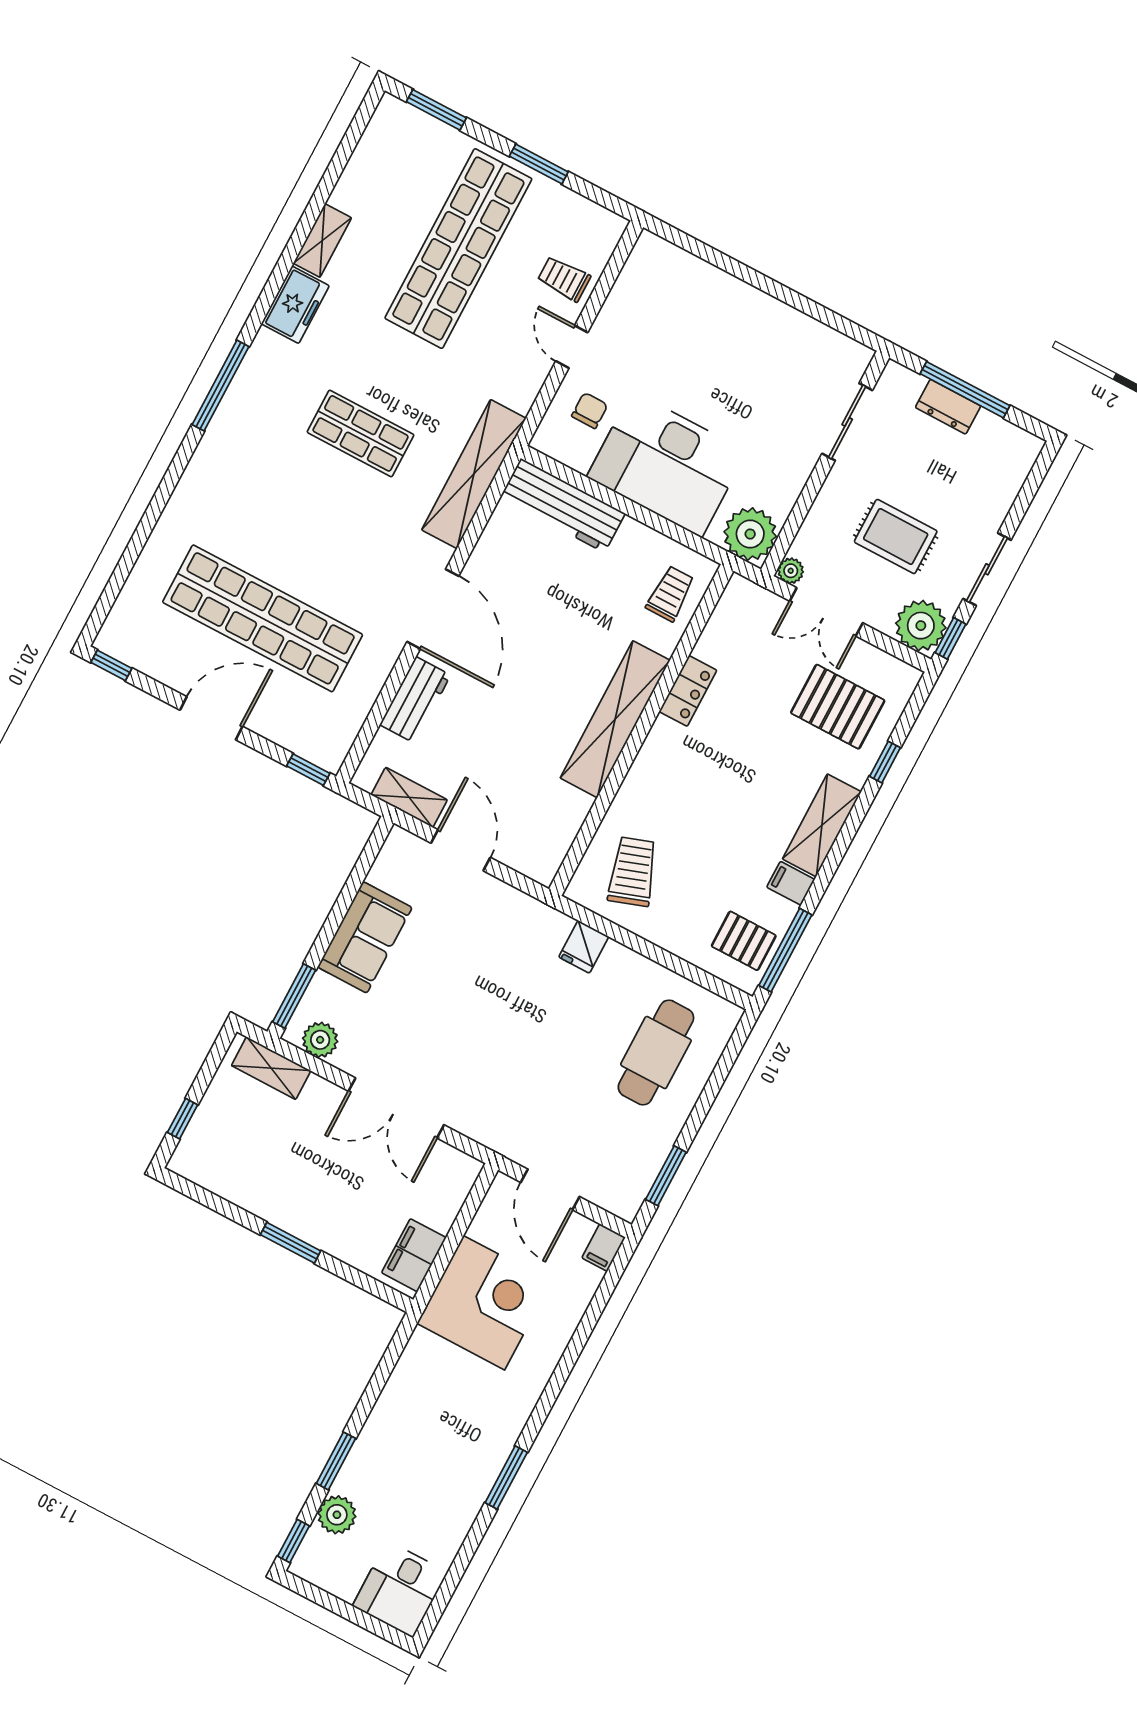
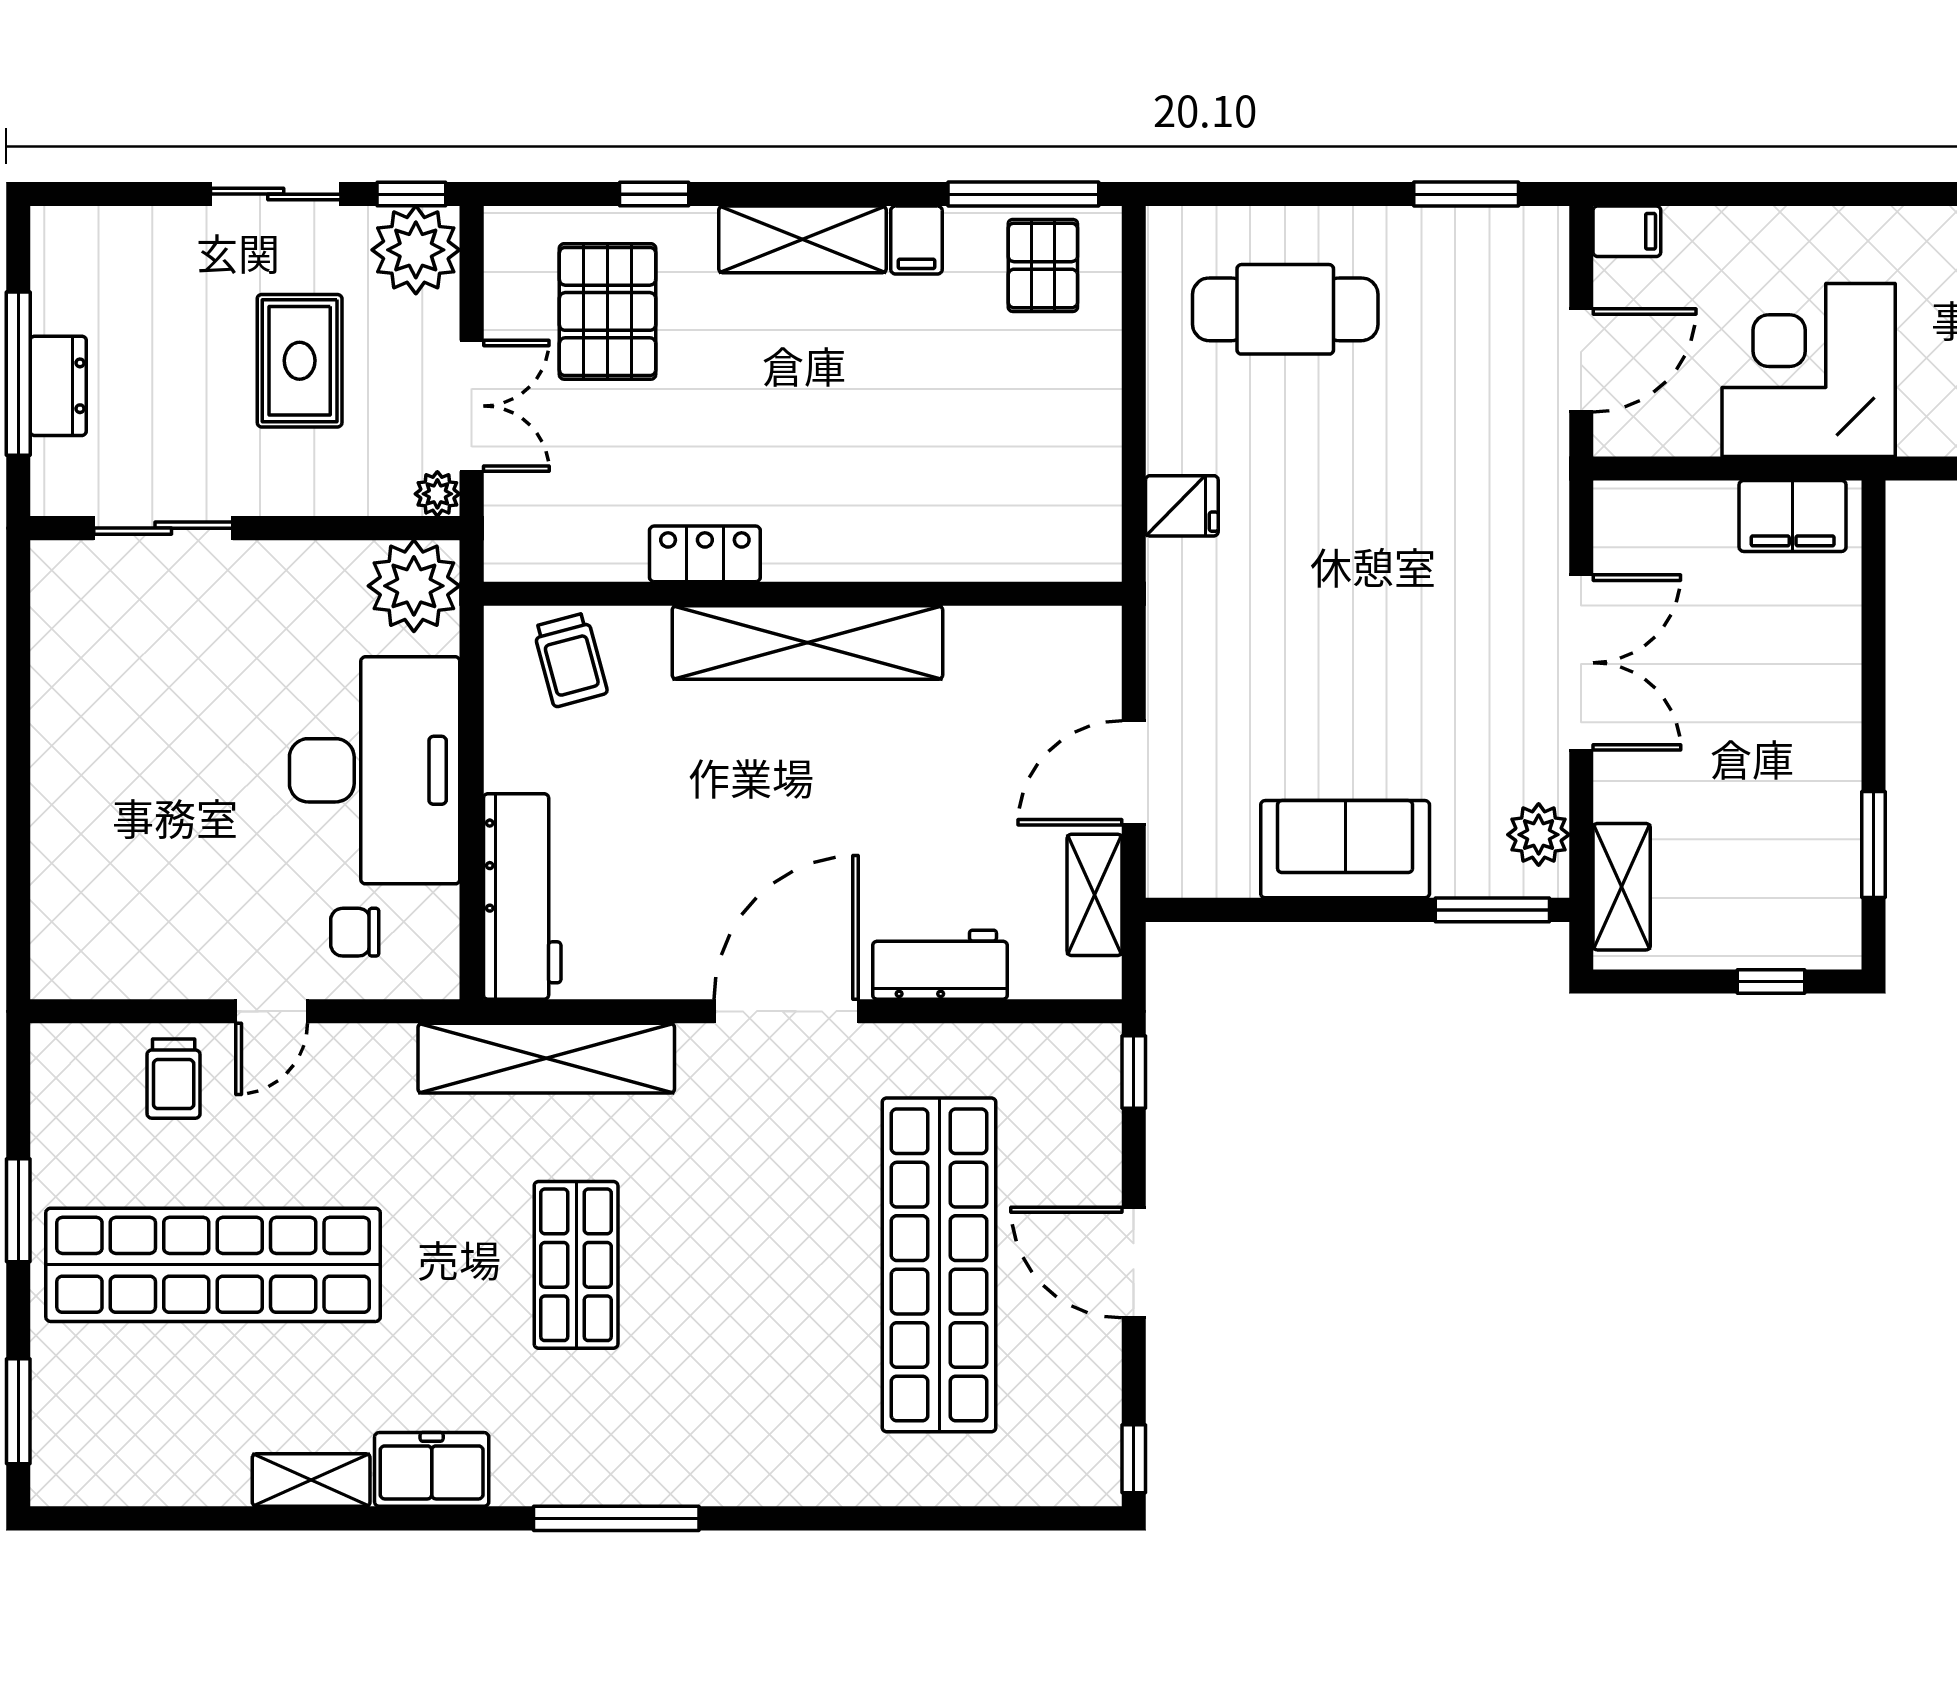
trolley: (670, 594) -> (570, 660), turned -105
trolley: (633, 872) -> (1027, 492), removed
window: (291, 1243) -> (1874, 845), moved

